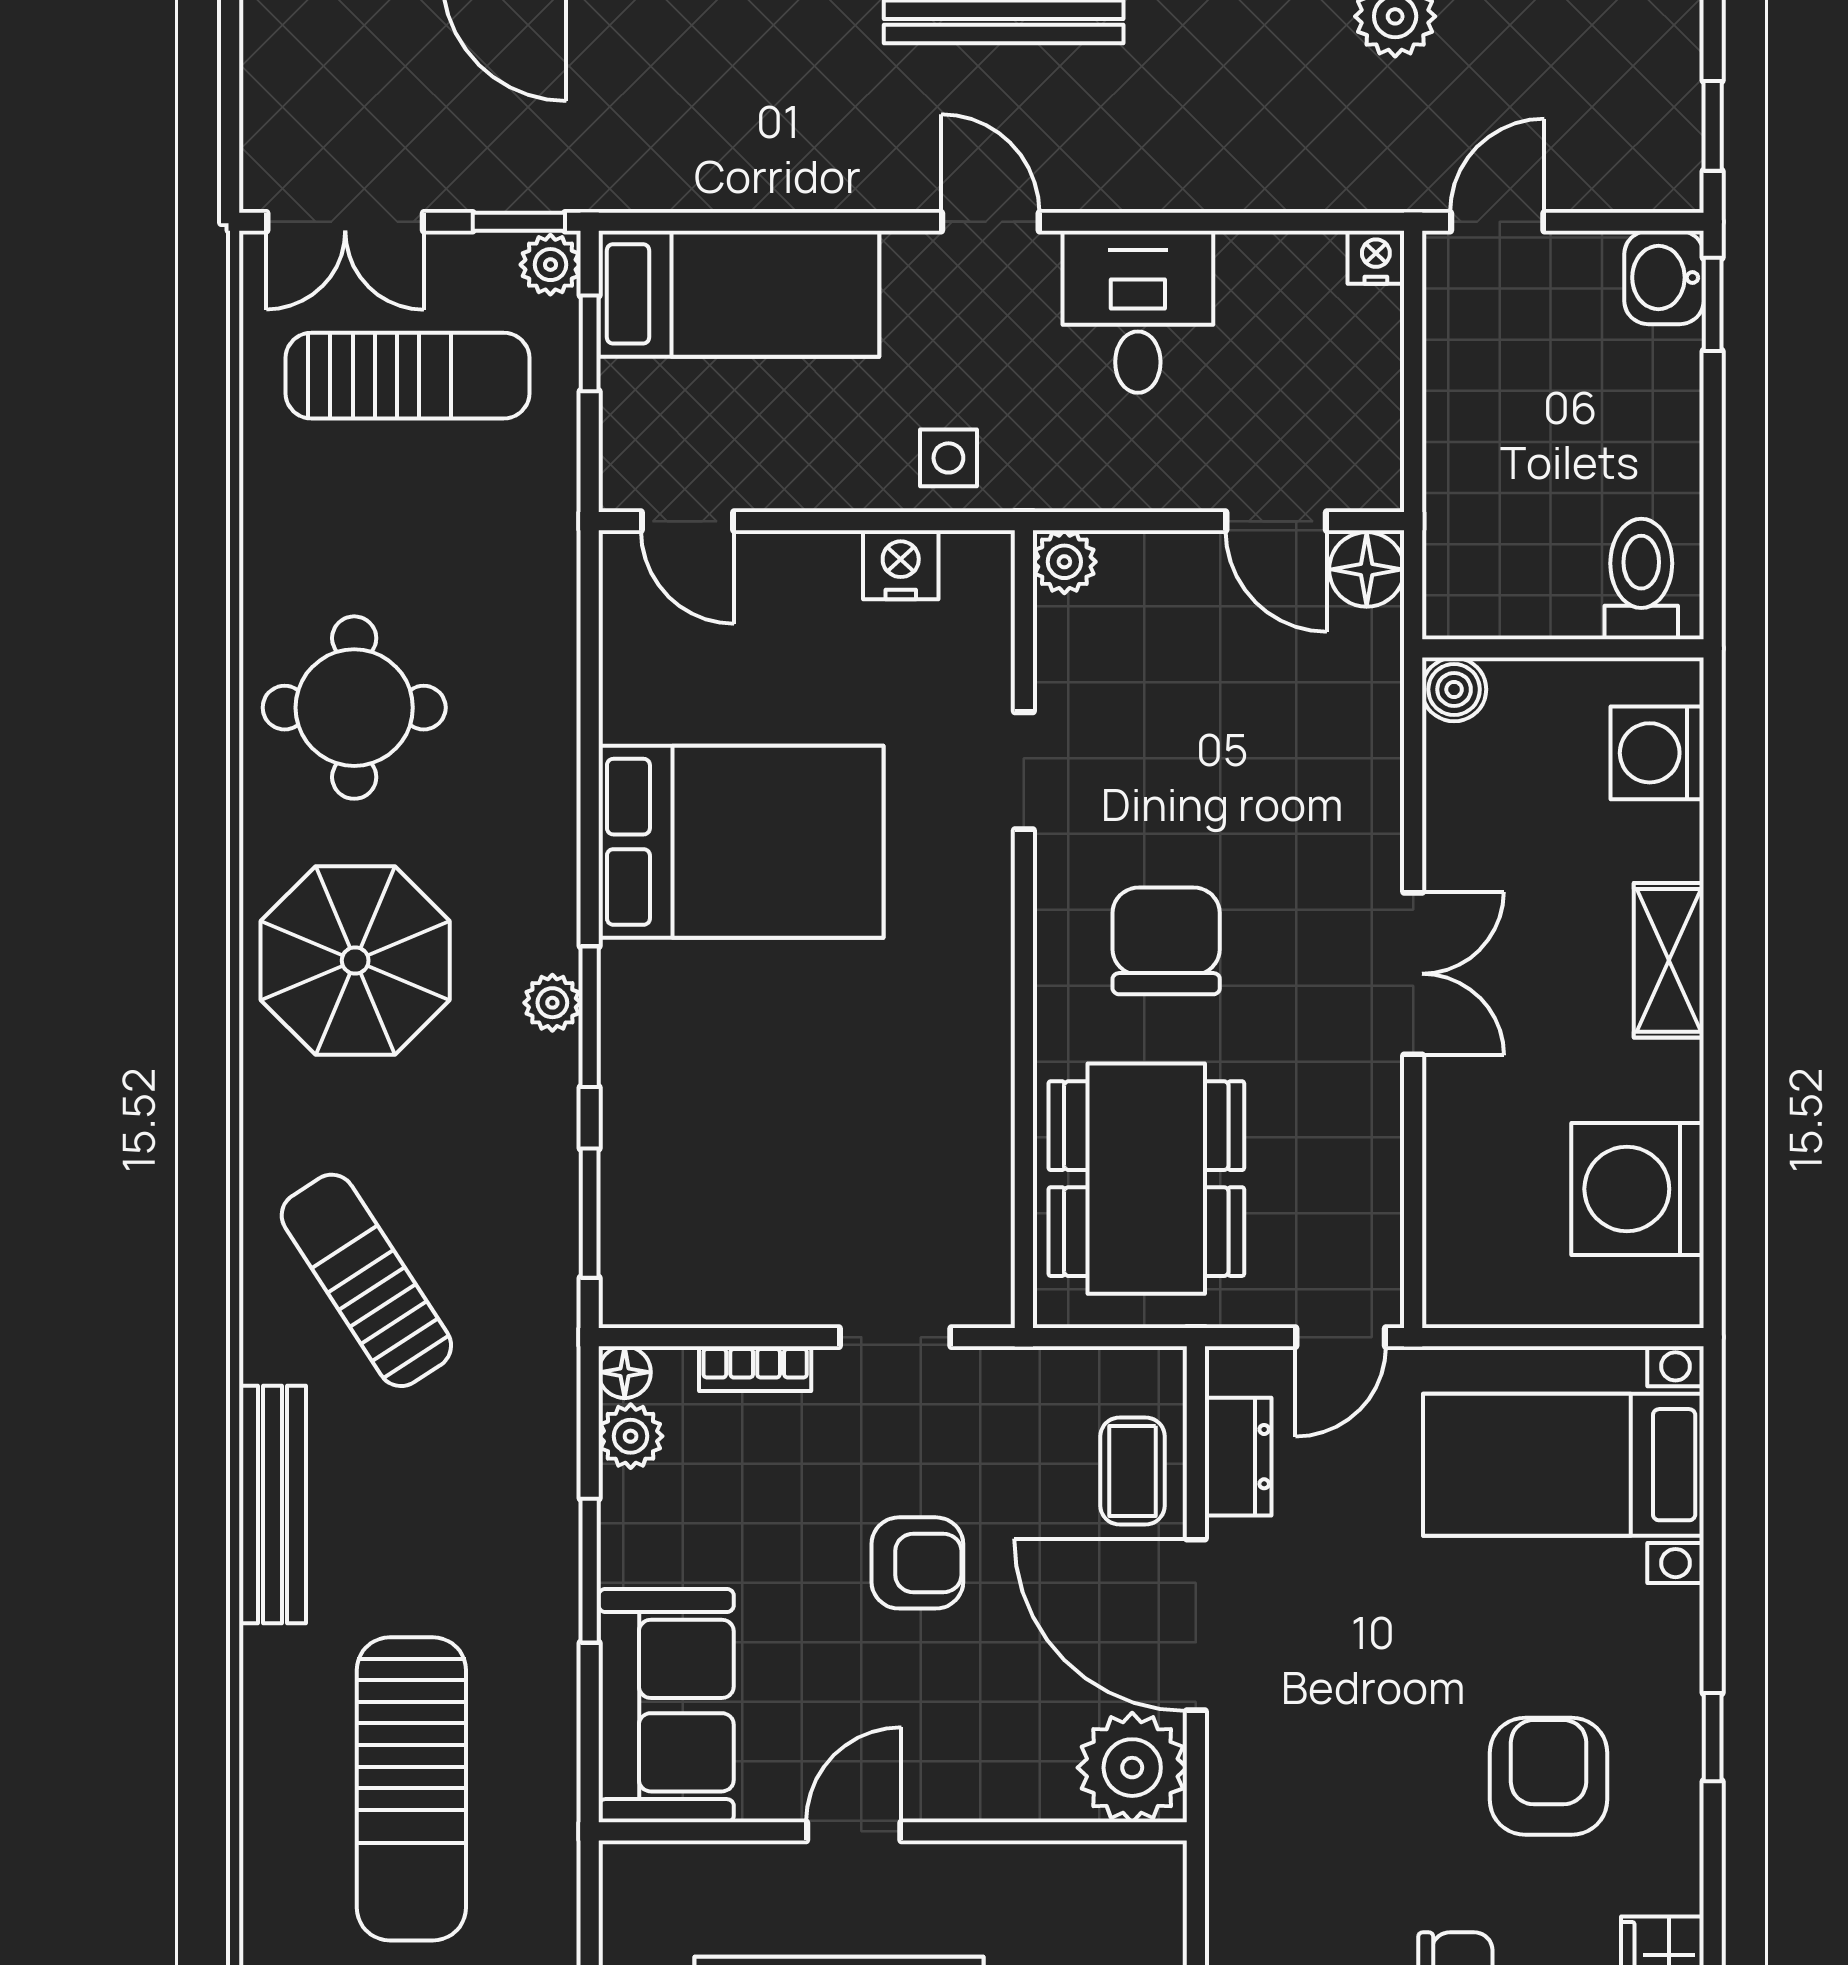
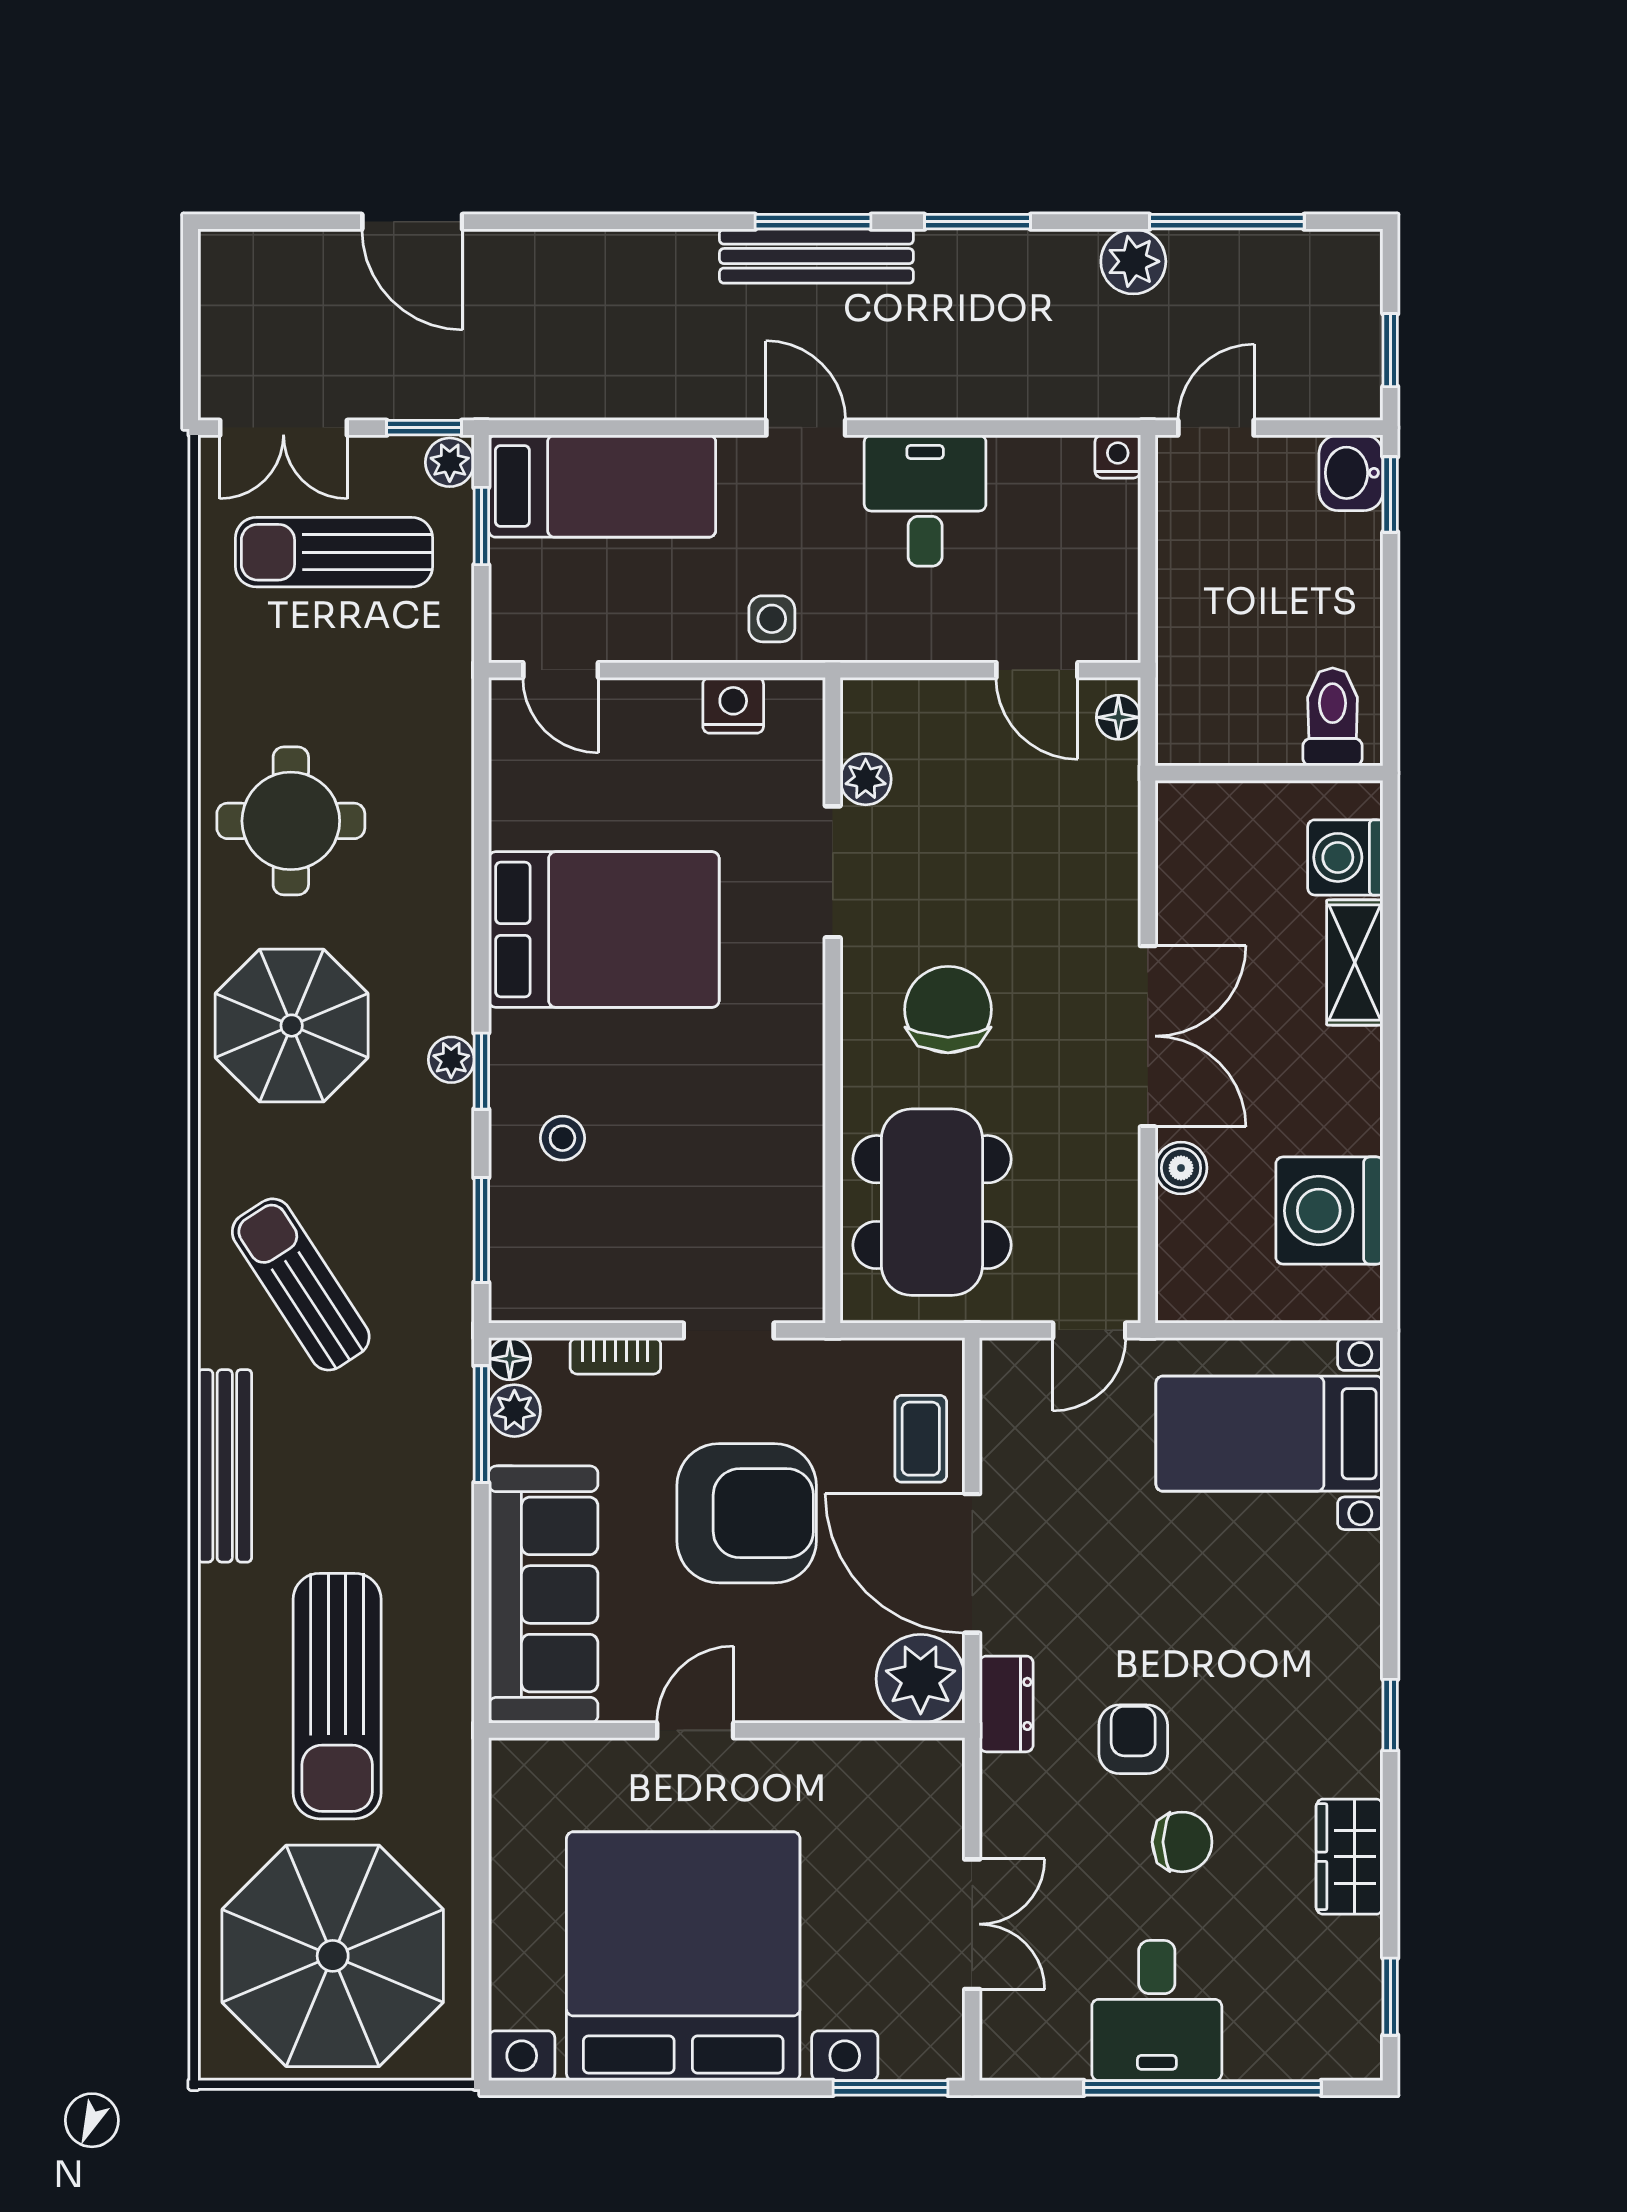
sun lounger: (408, 376) -> (334, 552), turned 180
plant: (1064, 562) -> (866, 779), moved
floor lamp: (1367, 569) -> (1118, 717), width x0.73, depth x0.73
boiler: (1454, 689) -> (1181, 1168), moved
doorway: (1024, 771) -> (833, 872), width x1.38
shelving: (1669, 960) -> (1355, 963), moved
double door: (1413, 974) -> (1148, 1036), width x1.37
window: (590, 1017) -> (481, 1071), width x0.67
stool: (690, 1100) -> (562, 1138), added
dresser: (1238, 1457) -> (1006, 1704), moved
armchair: (917, 1563) -> (747, 1513), width x1.88, depth x1.88
window: (590, 1571) -> (481, 1424), moved
sofa: (666, 1706) -> (543, 1595), width x1.36
window: (1713, 1737) -> (1390, 1715), moved
armchair: (1549, 1776) -> (1133, 1739), moved, width x0.72, depth x0.72

